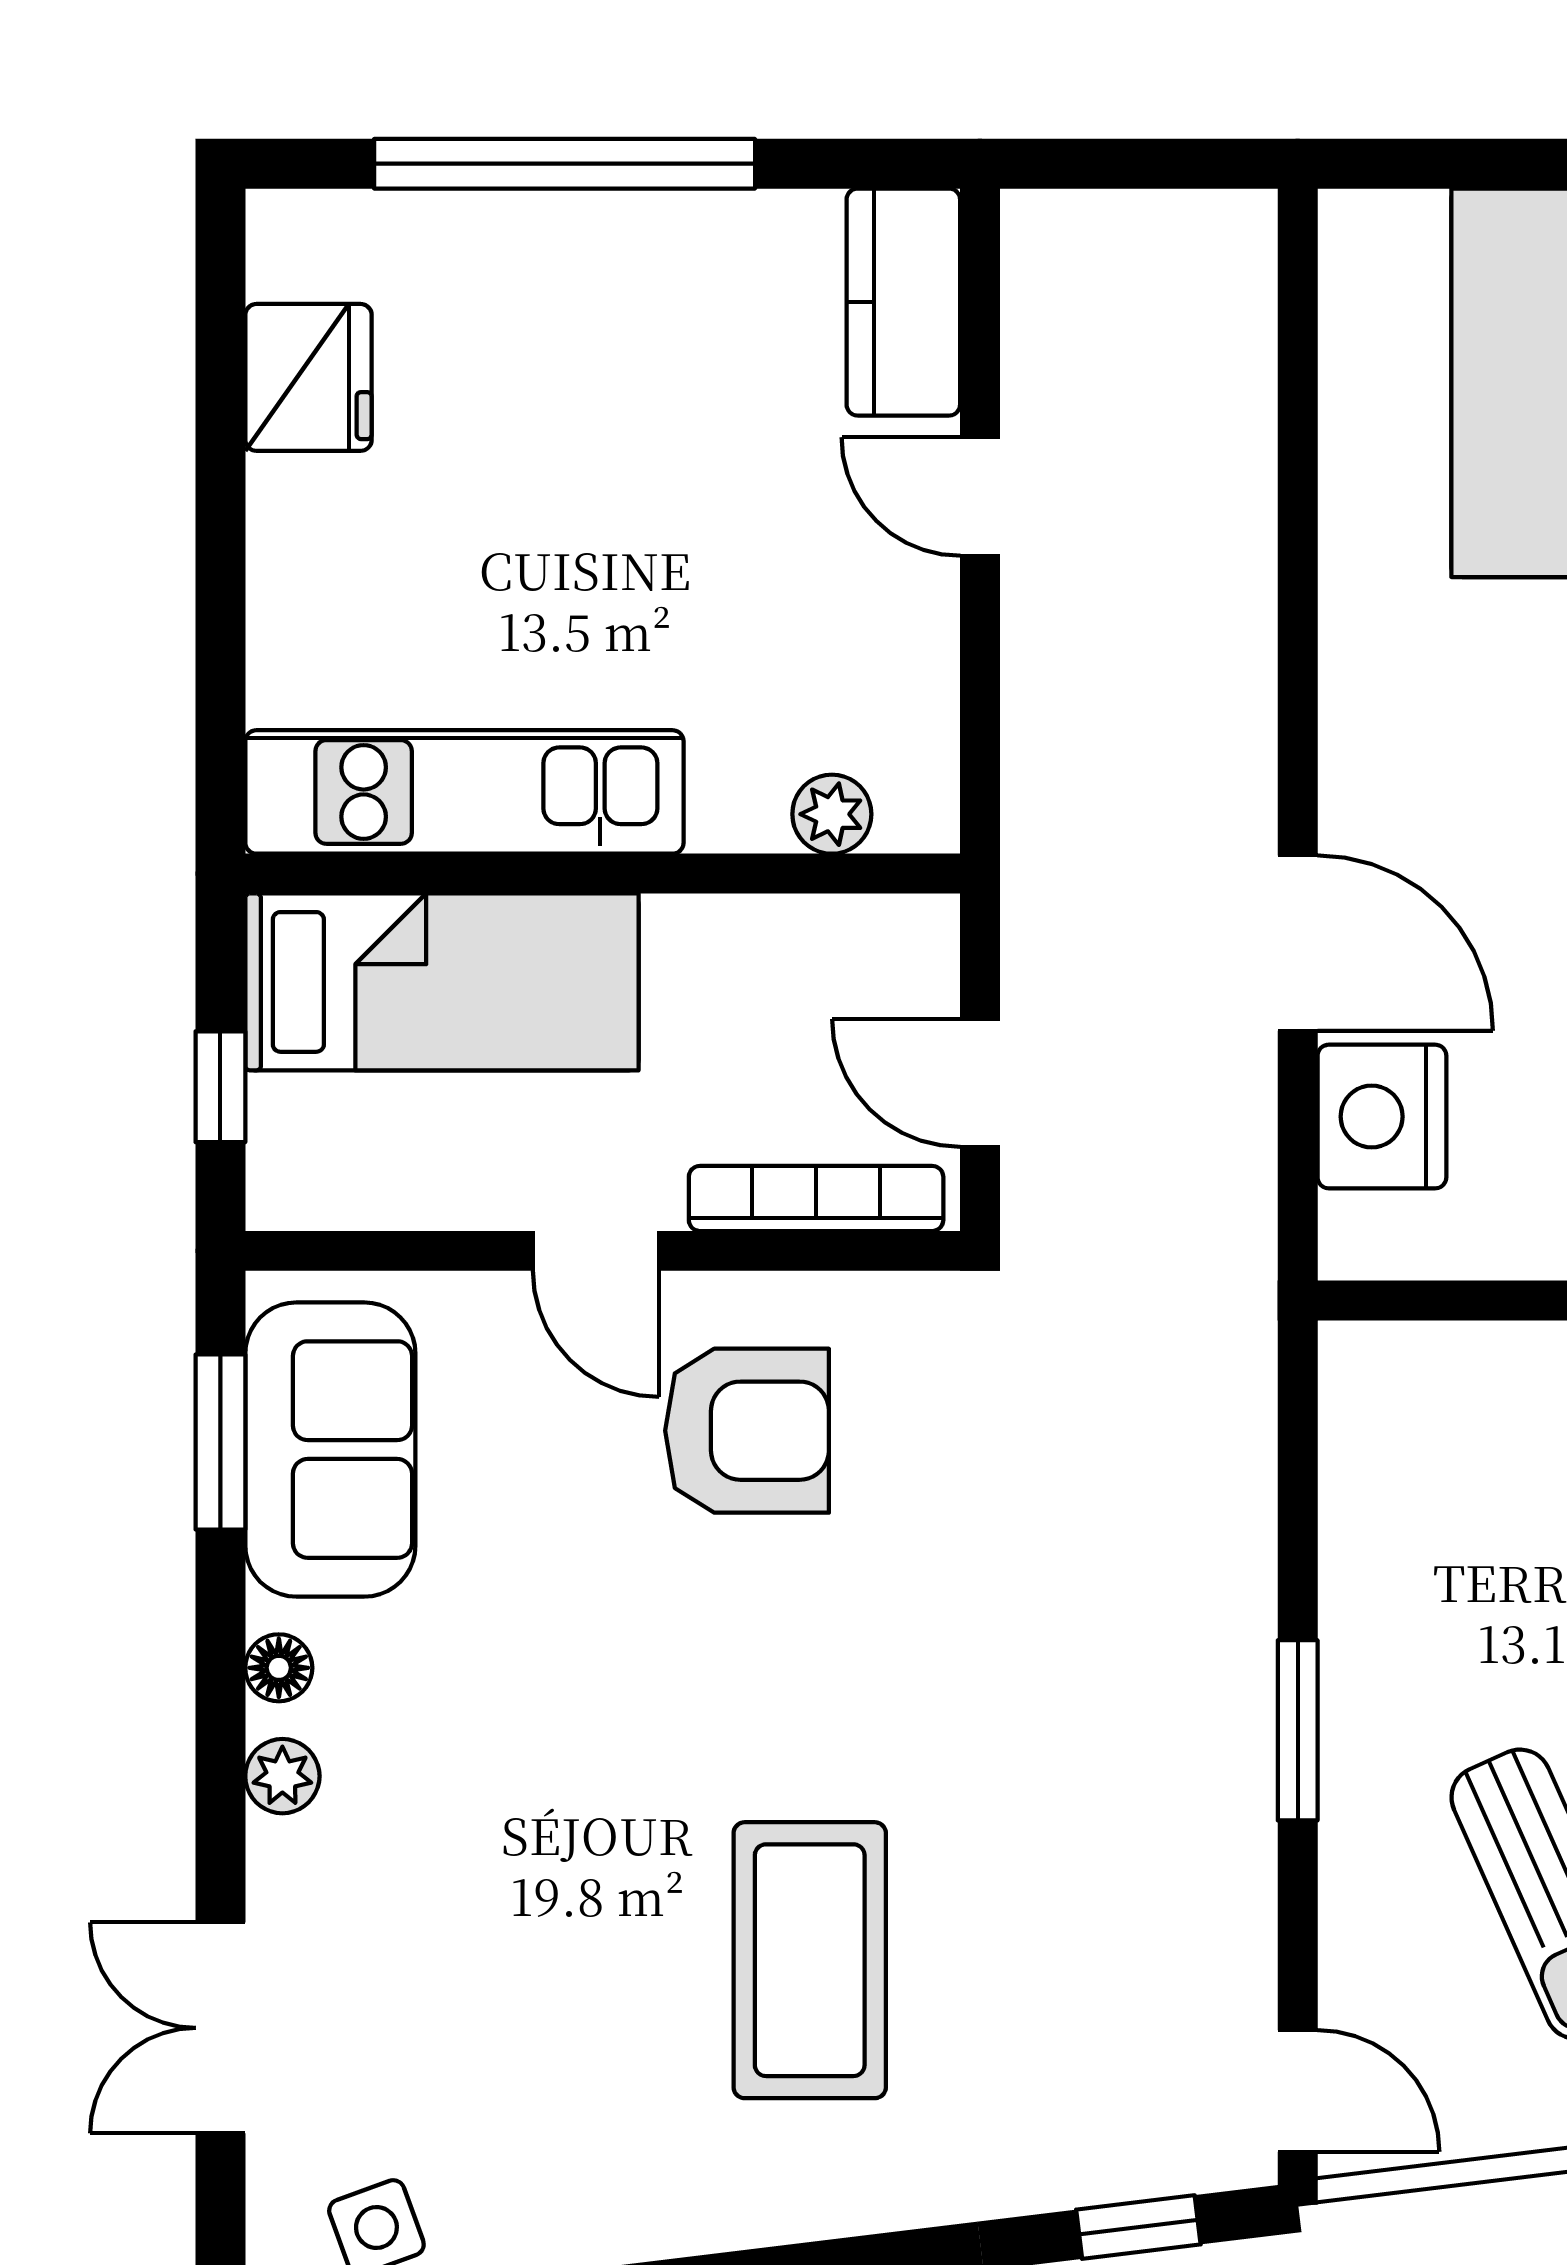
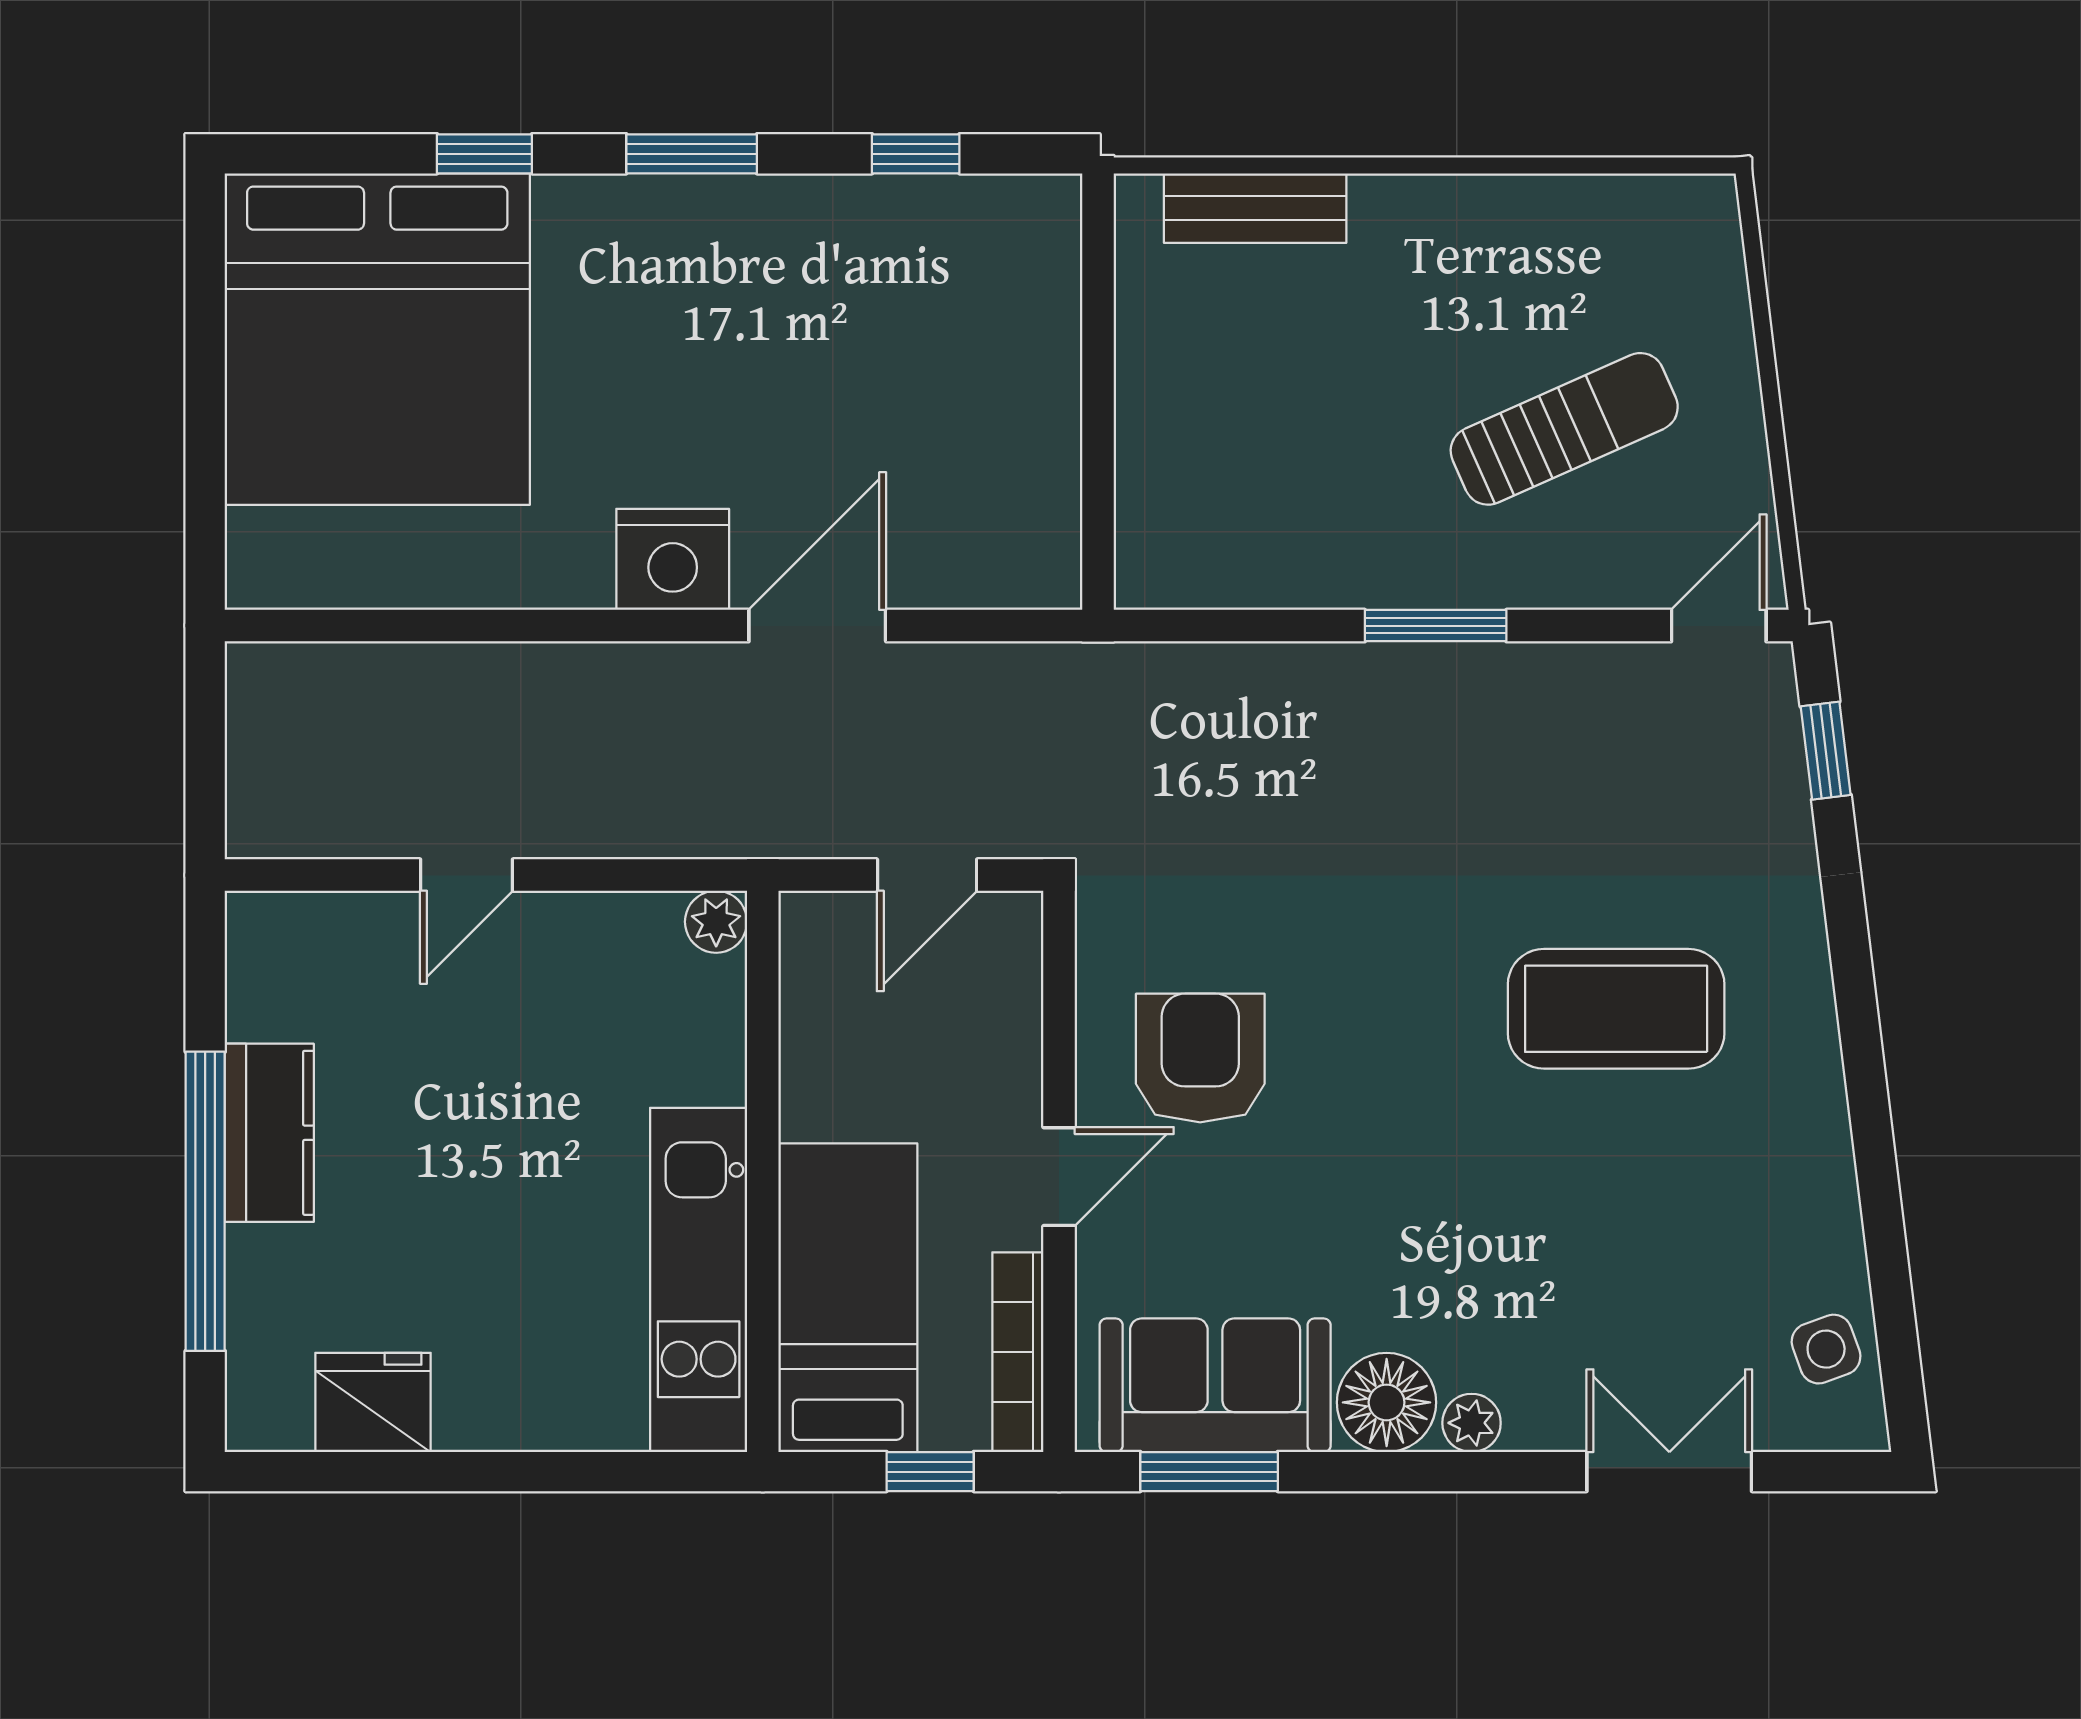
kitchen counter: (903, 302) -> (269, 1133), moved, turned -90
plant: (832, 814) -> (716, 922), moved
nightstand: (1382, 1117) -> (673, 559), moved
bookcase: (816, 1198) -> (1018, 1352), moved
floor lamp: (279, 1668) -> (1387, 1402), width x1.89, depth x1.89
double door: (220, 2028) -> (1669, 1472), swing flipped

